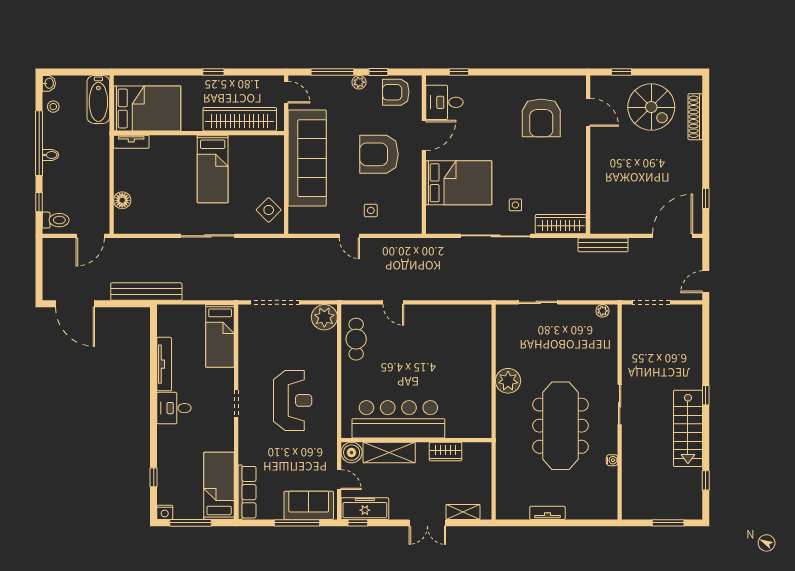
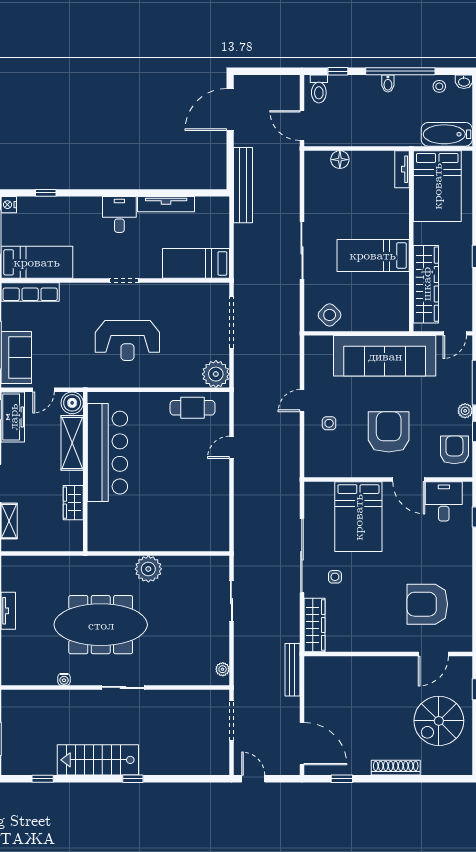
shoe rack: (695, 117) -> (396, 768), moved

